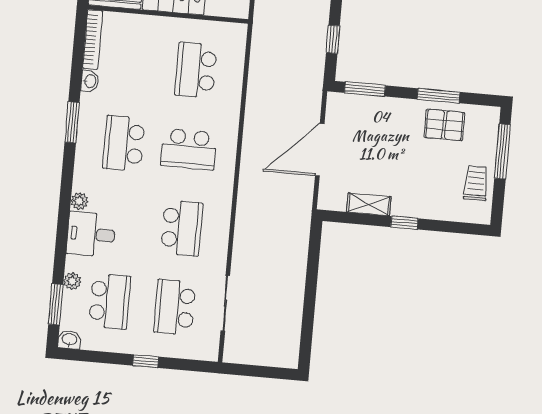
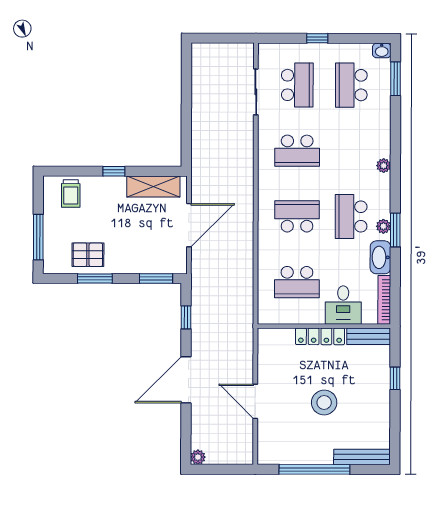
school desk: (196, 70) -> (297, 282), turned 90
washbasin: (90, 81) -> (380, 257), width x1.91, depth x1.45
school desk: (124, 143) -> (351, 216), turned 180
trolley: (476, 183) -> (71, 193), moved
shelving: (369, 204) -> (153, 187), width x1.50, depth x1.33
school desk: (182, 228) -> (297, 151), turned -90
desk: (91, 234) -> (343, 305), moved, turned 90
plant: (72, 281) -> (383, 226), moved

